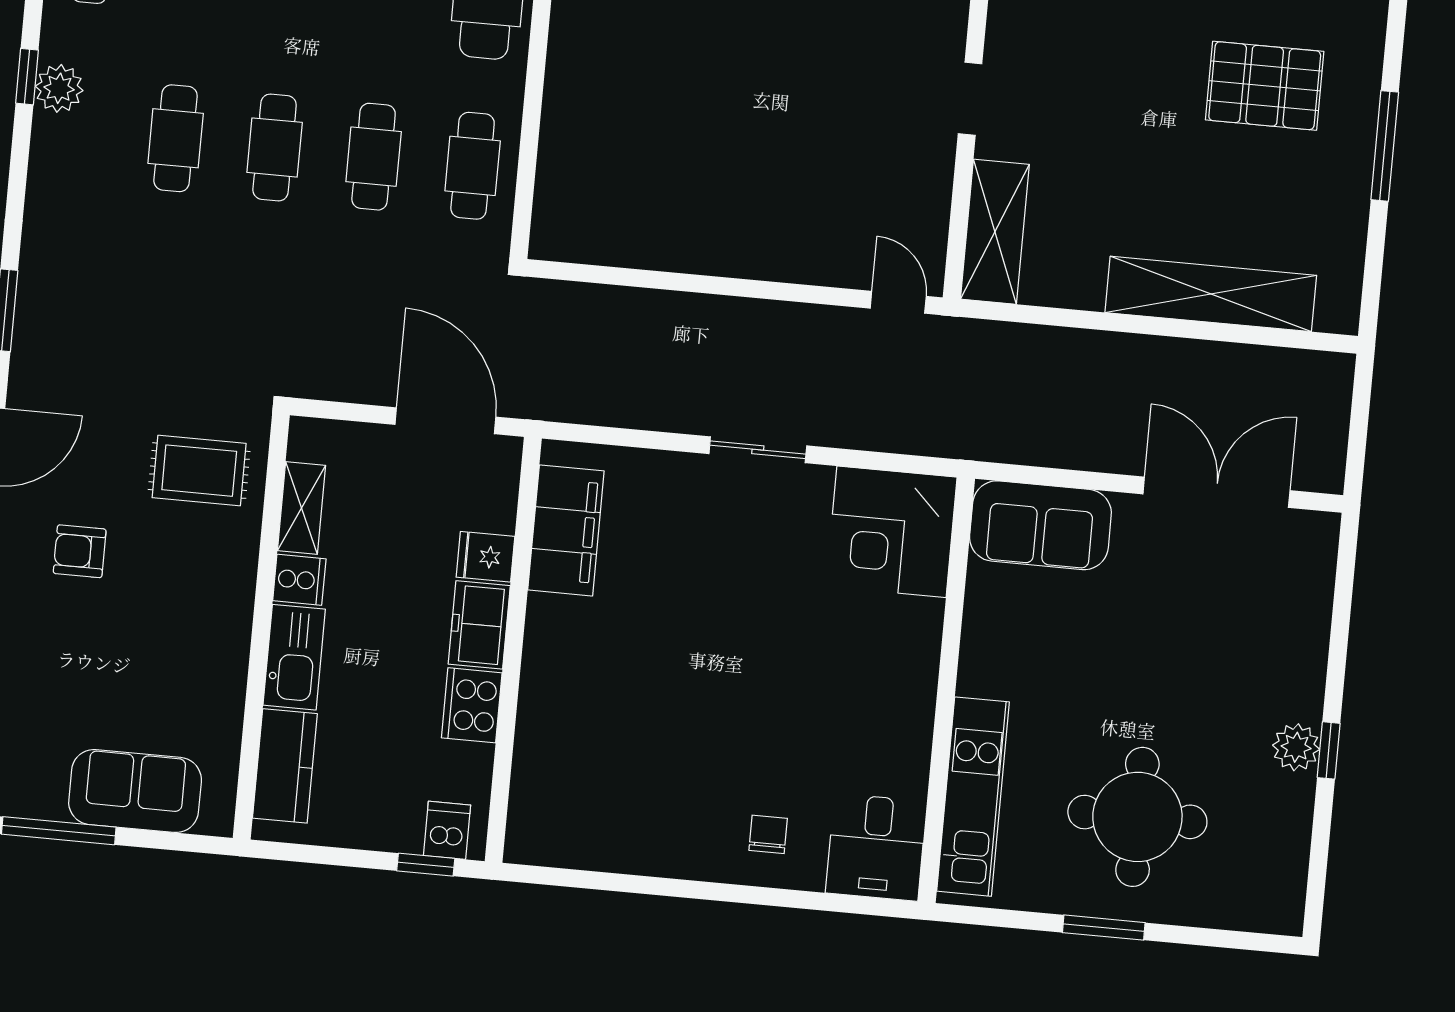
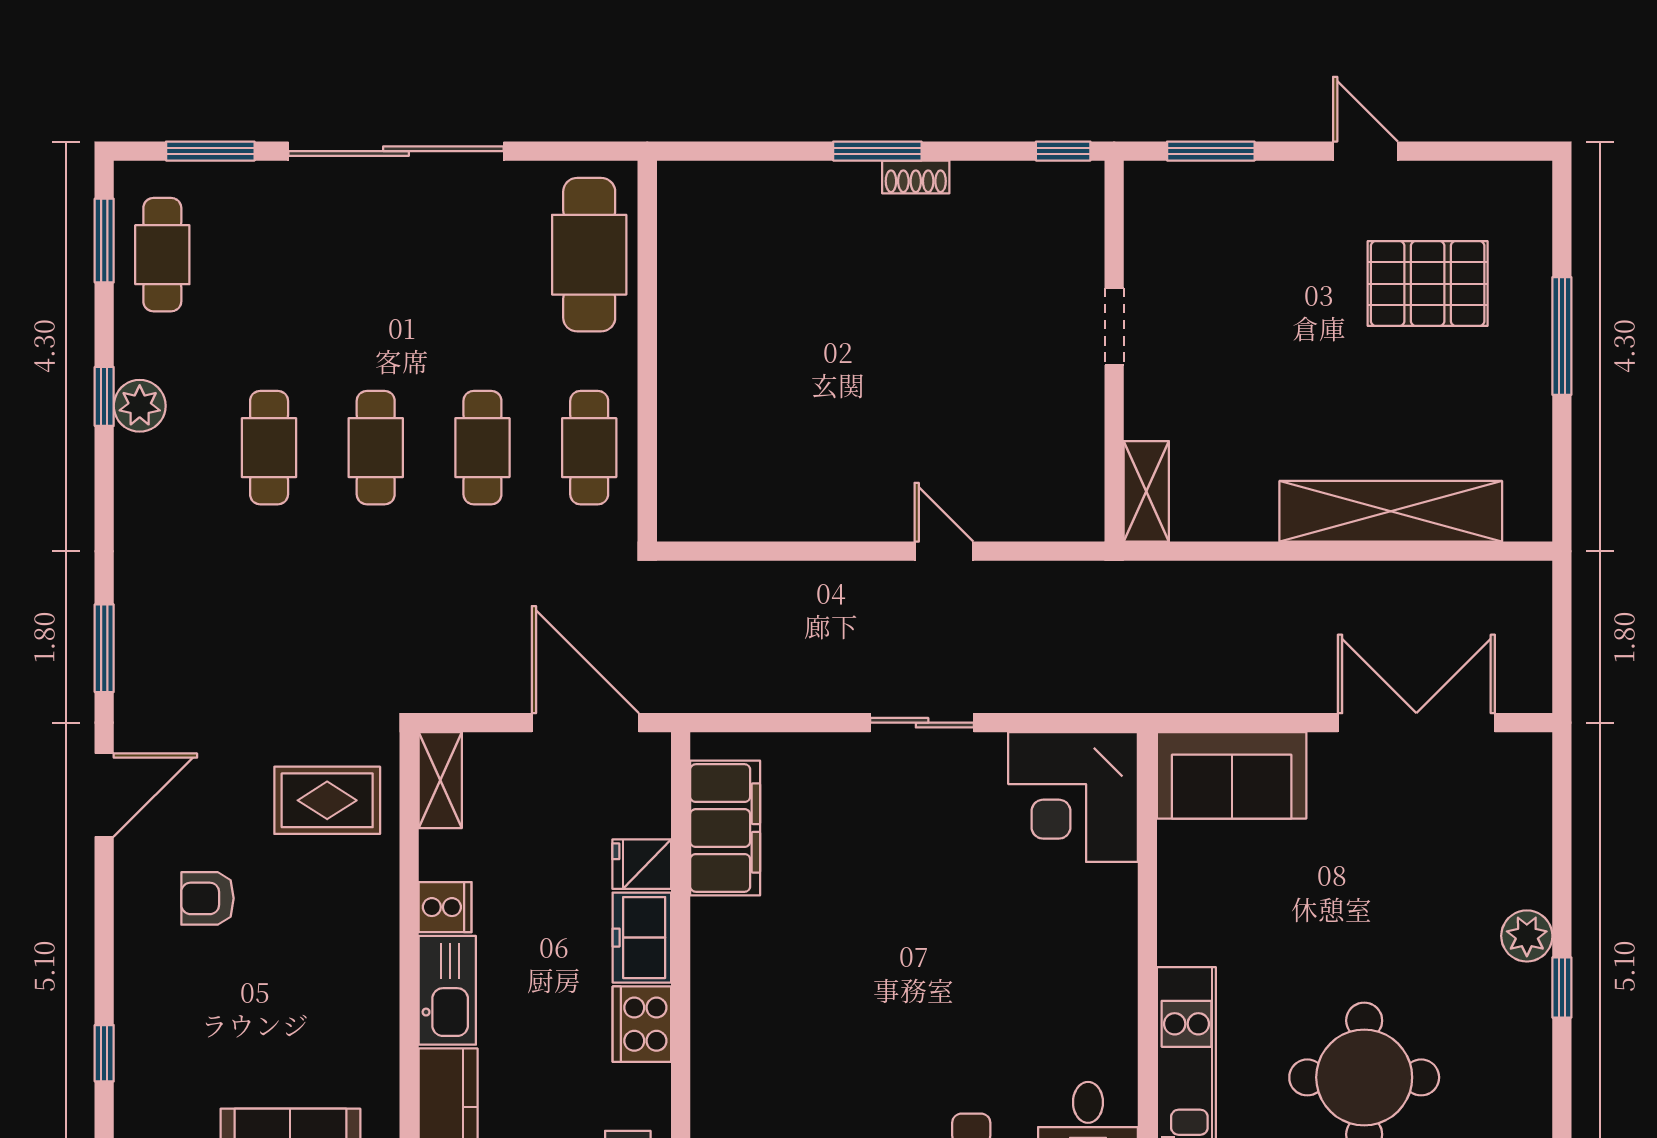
shelving: (995, 232) -> (1146, 491), width x0.67, depth x0.75
door: (898, 302) -> (944, 551), moved
shelving: (301, 508) -> (440, 780), moved
plant: (1296, 747) -> (1527, 936), moved

